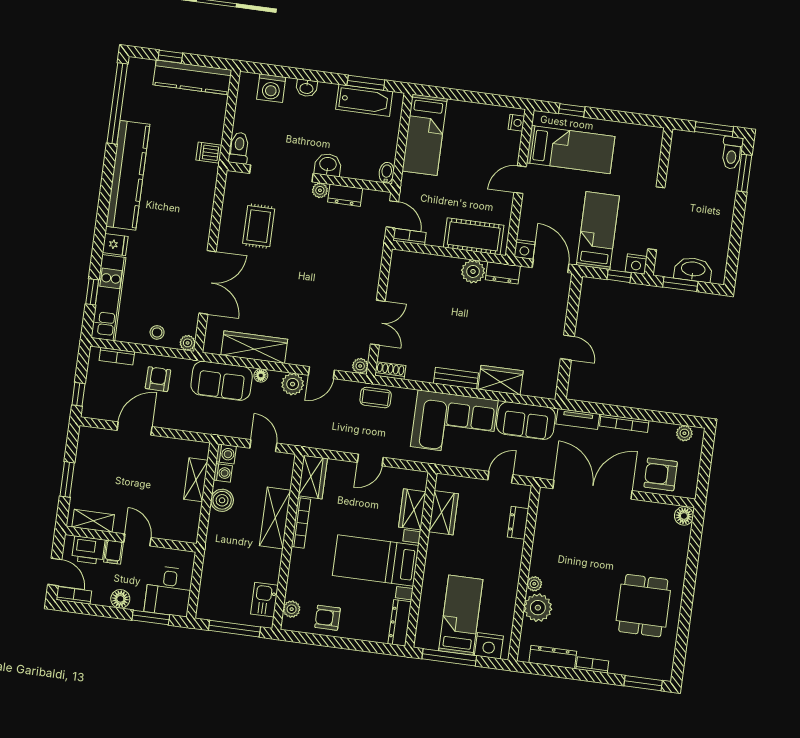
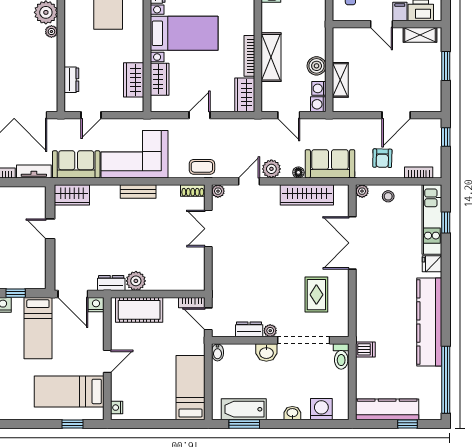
wardrobe: (501, 380) -> (72, 195), moved

